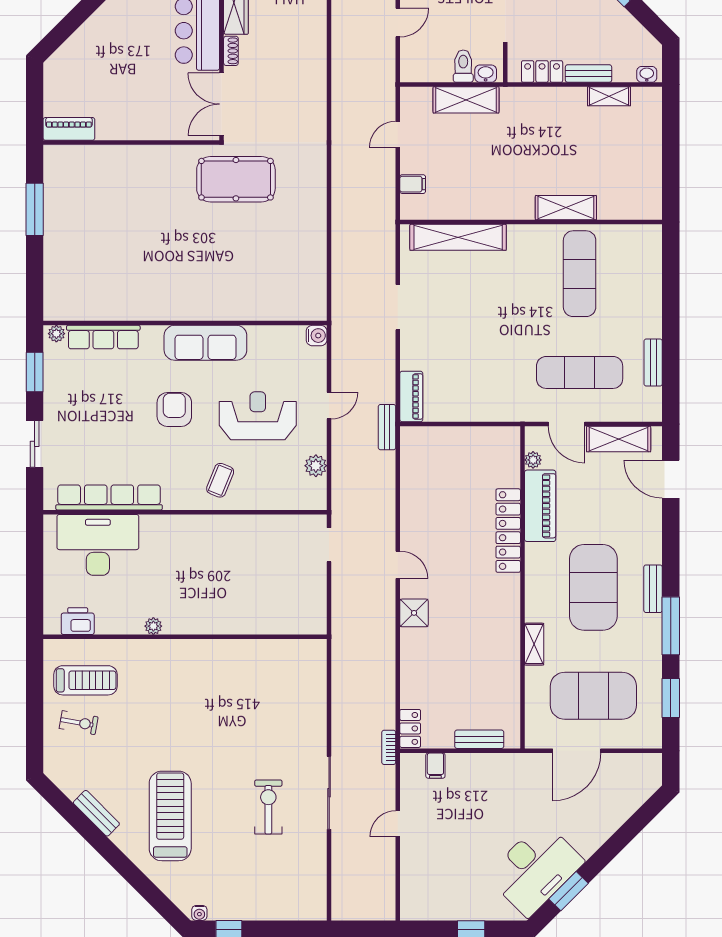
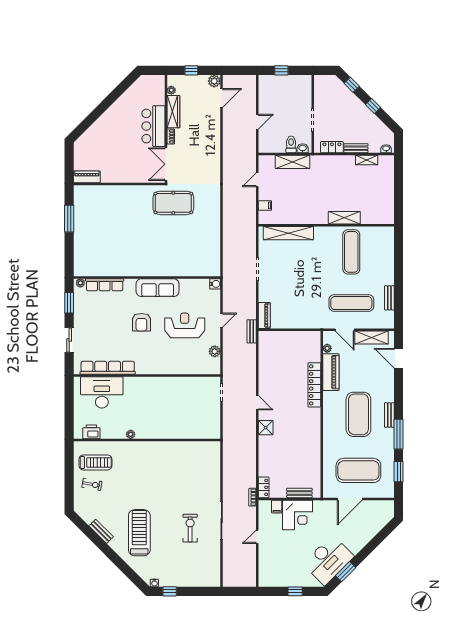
armchair: (174, 409) -> (141, 322), turned 180
coffee table: (220, 480) -> (165, 359), removed
shelving: (534, 644) -> (328, 444), removed
corner desk: (475, 782) -> (297, 515), added

